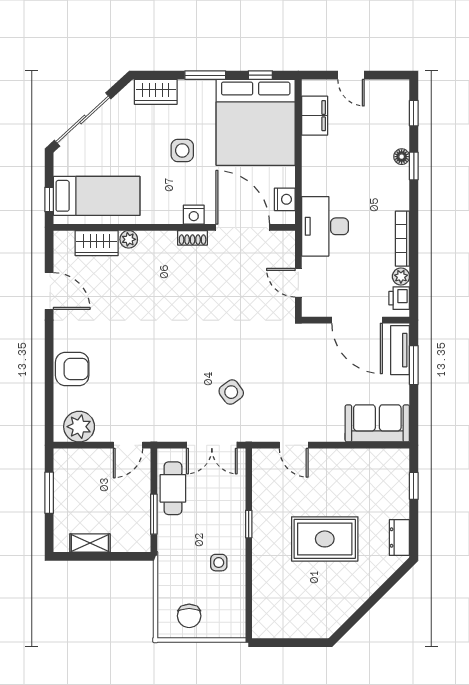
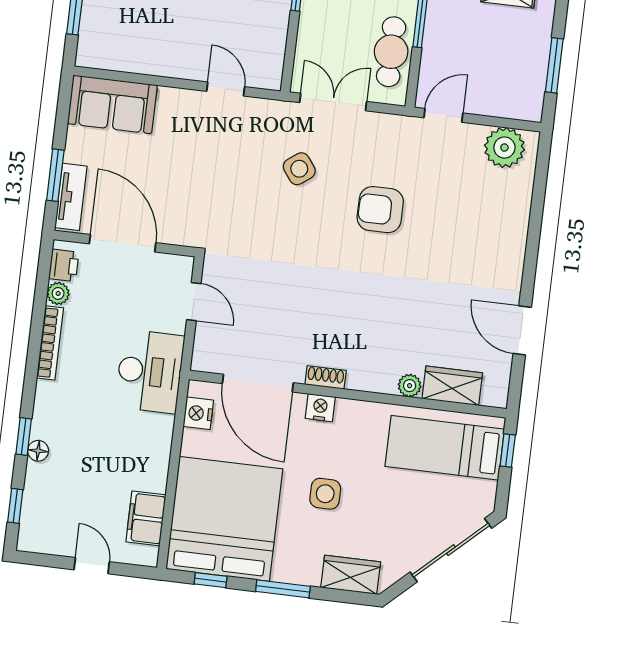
armchair: (72, 369) -> (380, 210), moved

